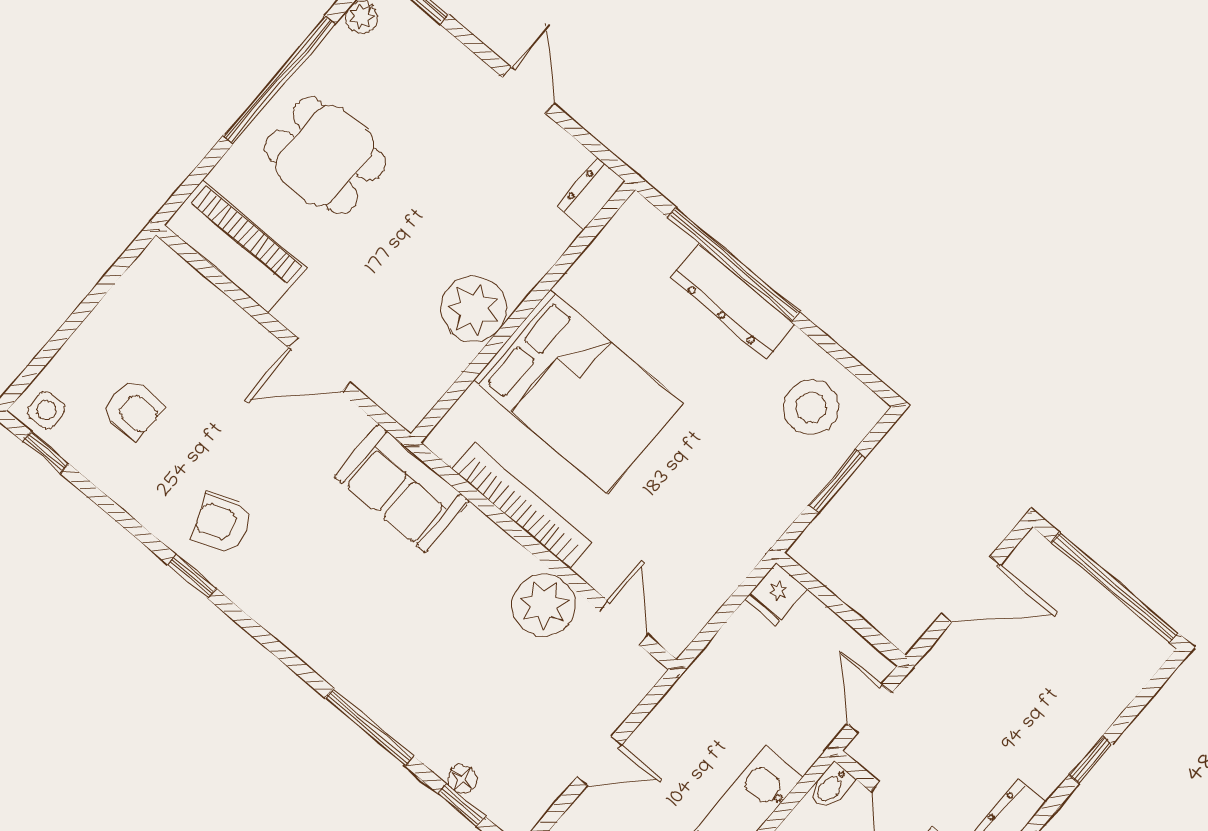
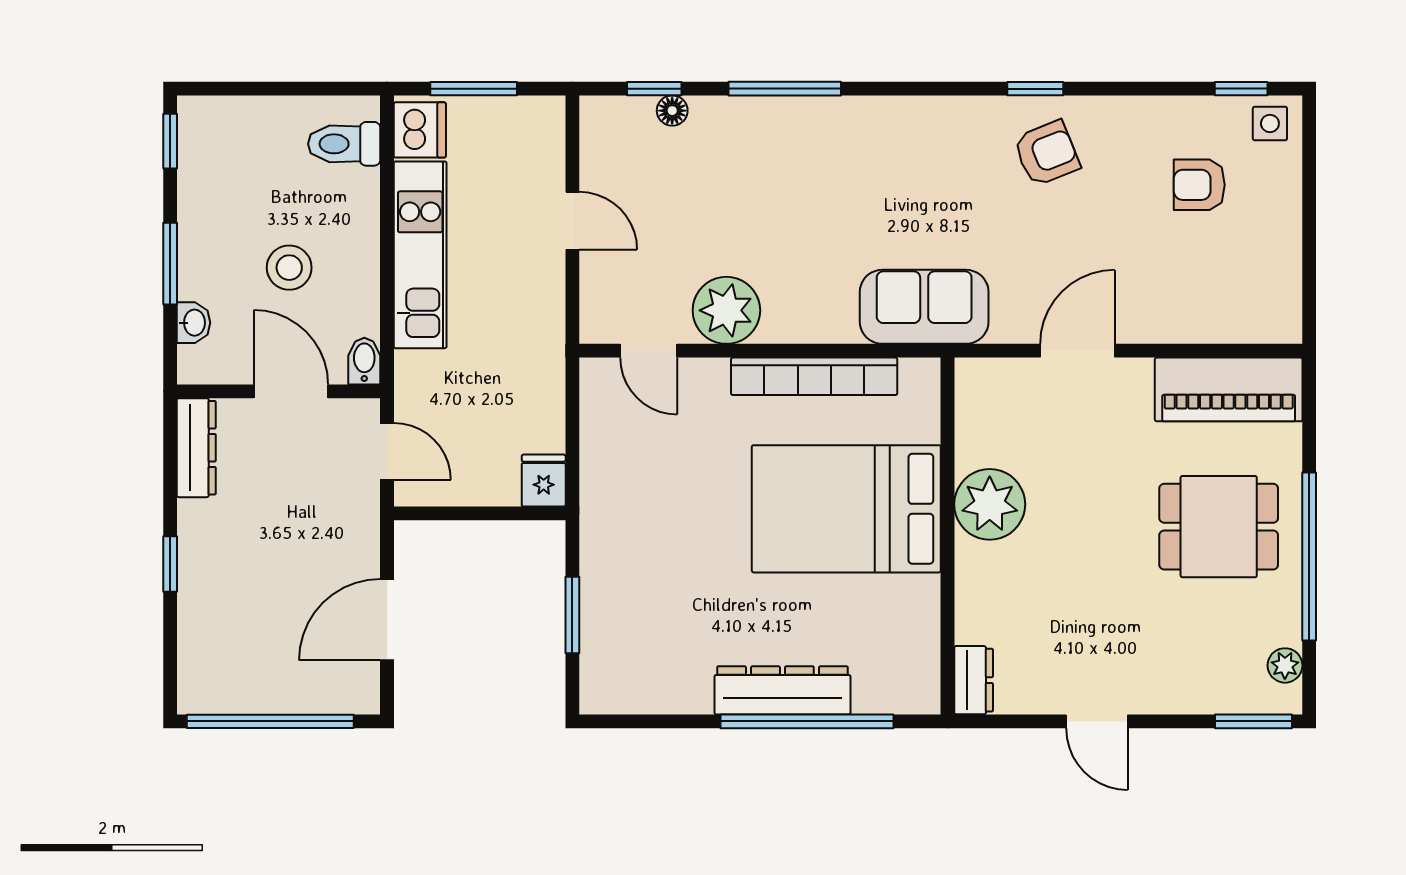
stool: (811, 407) -> (645, 658), removed
door: (599, 761) -> (572, 221), swing flipped

